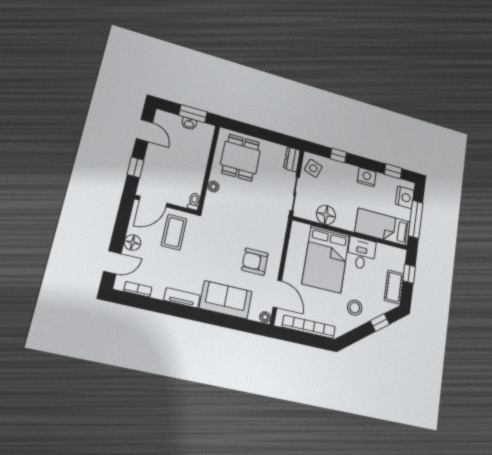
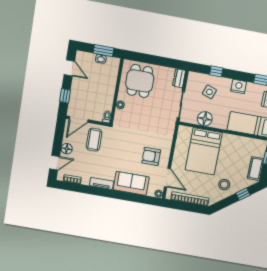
side table: (313, 168) -> (209, 92), moved
desk: (361, 253) -> (231, 146), removed

